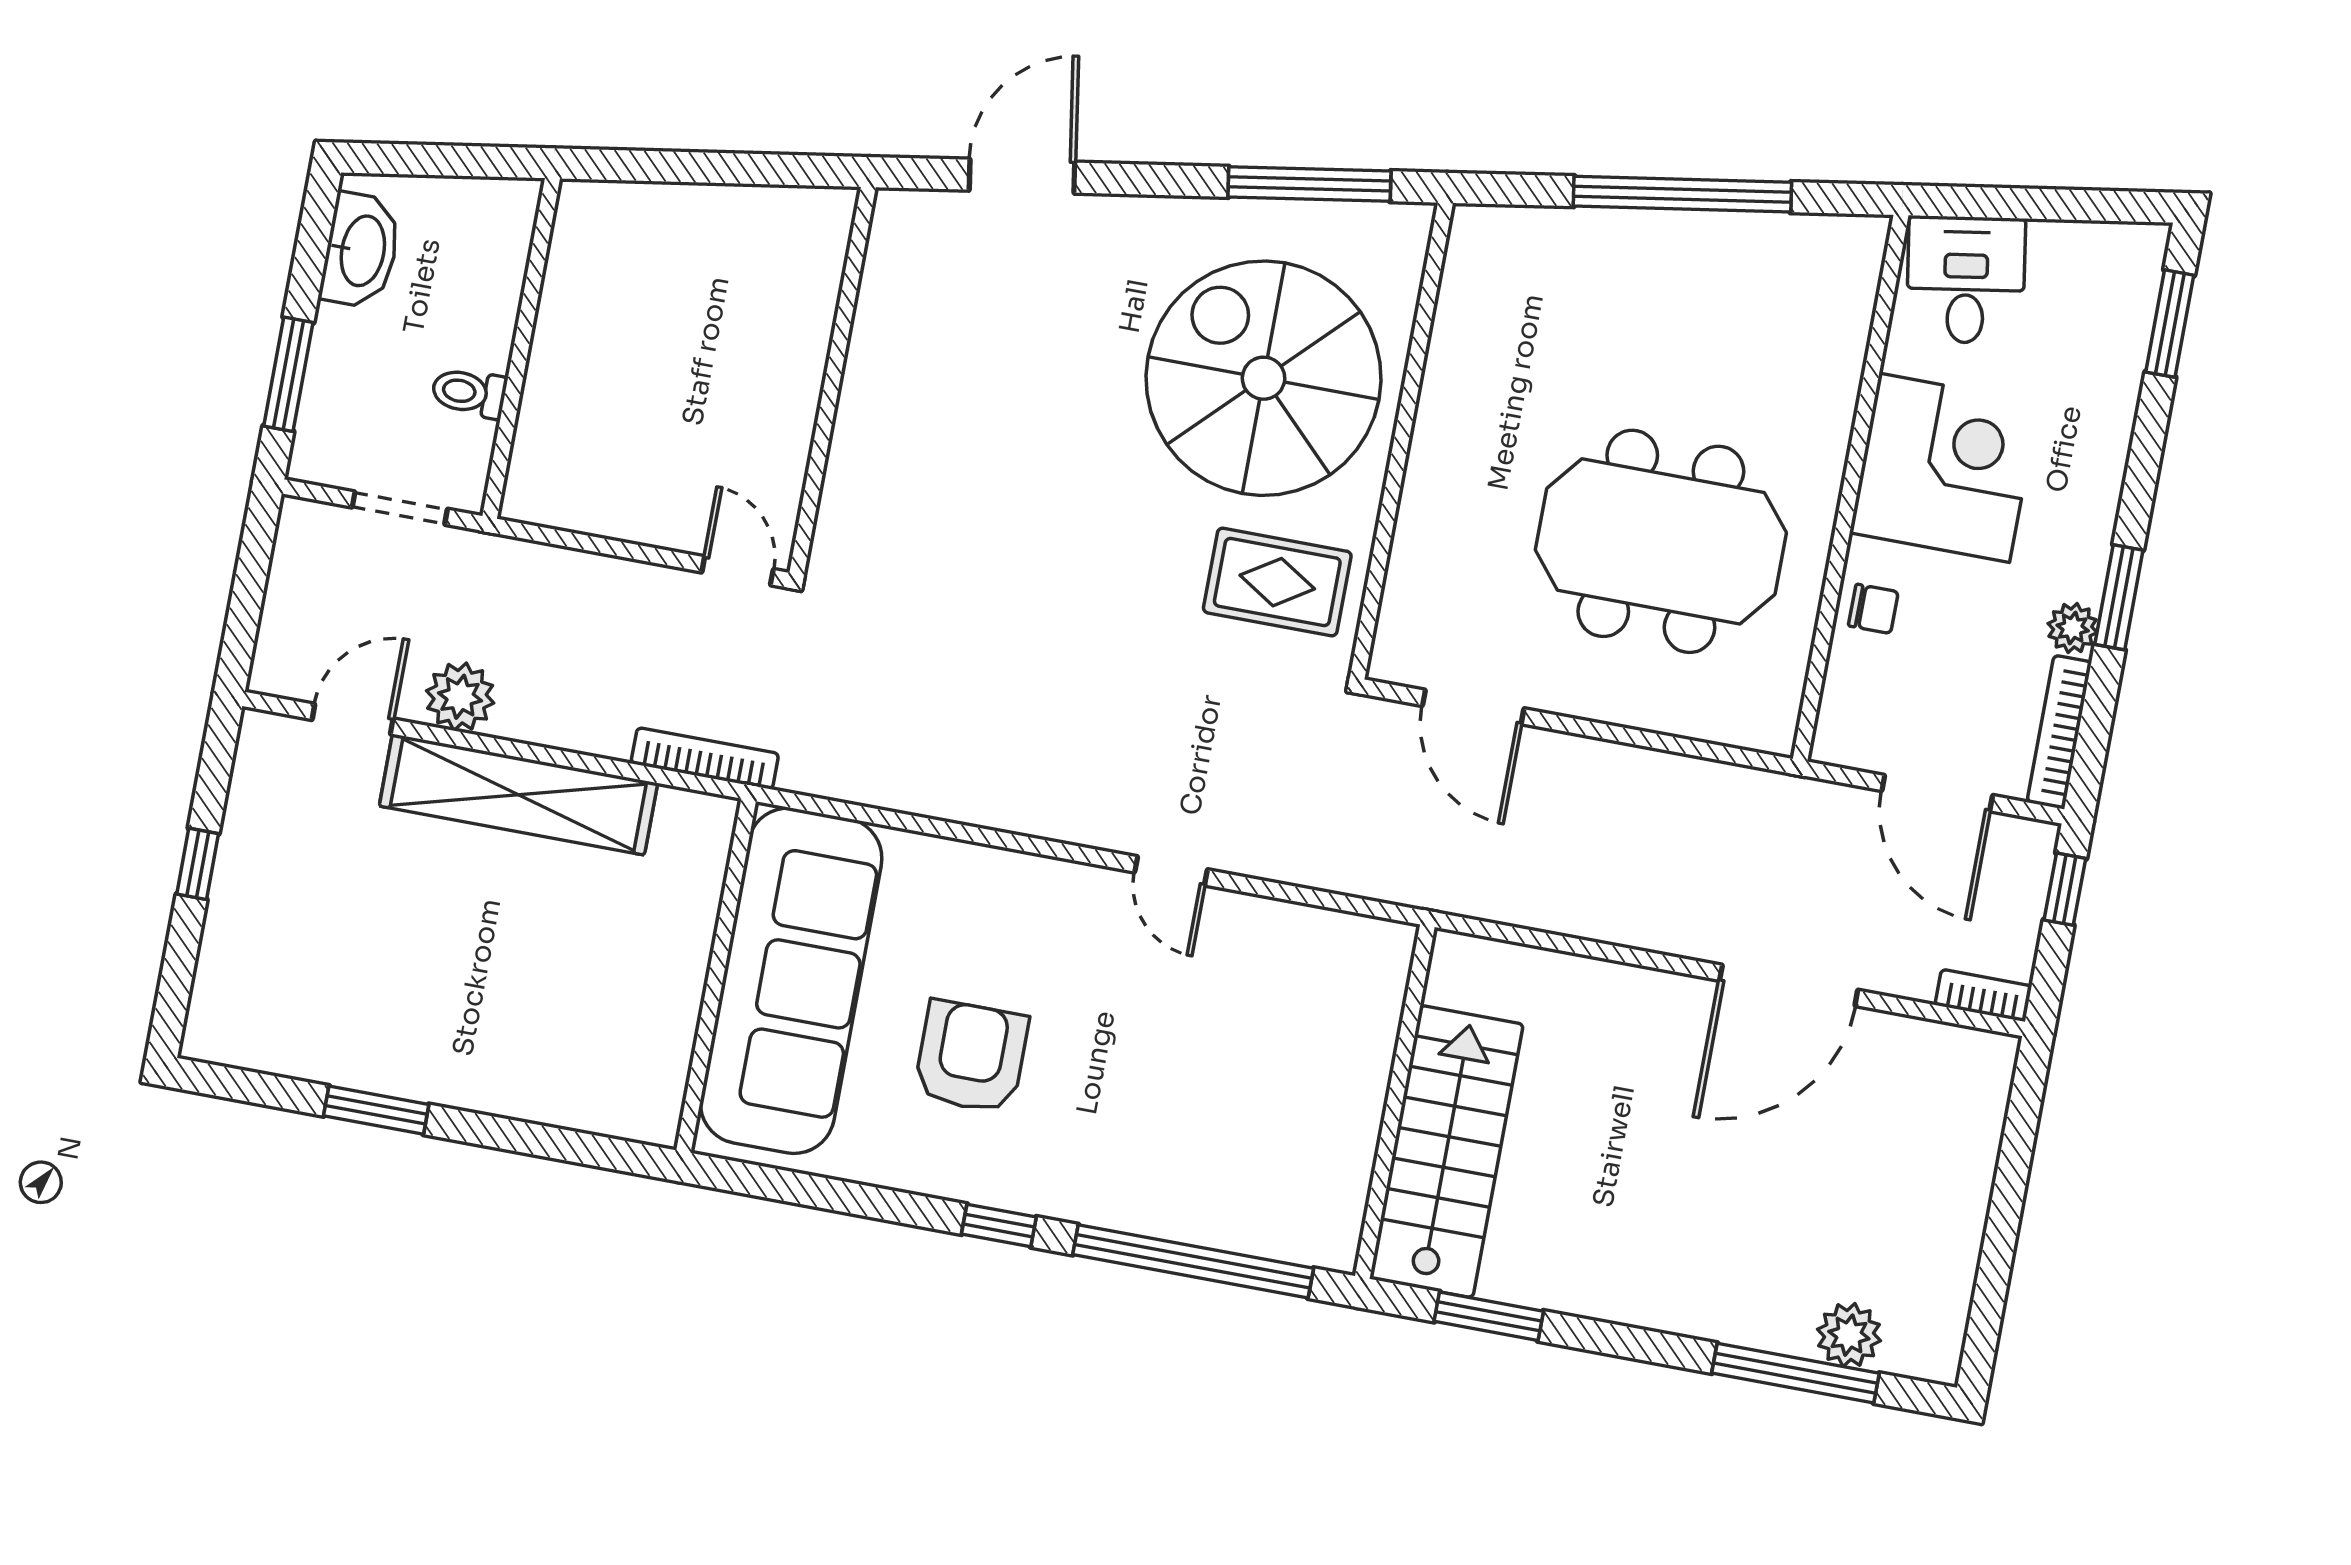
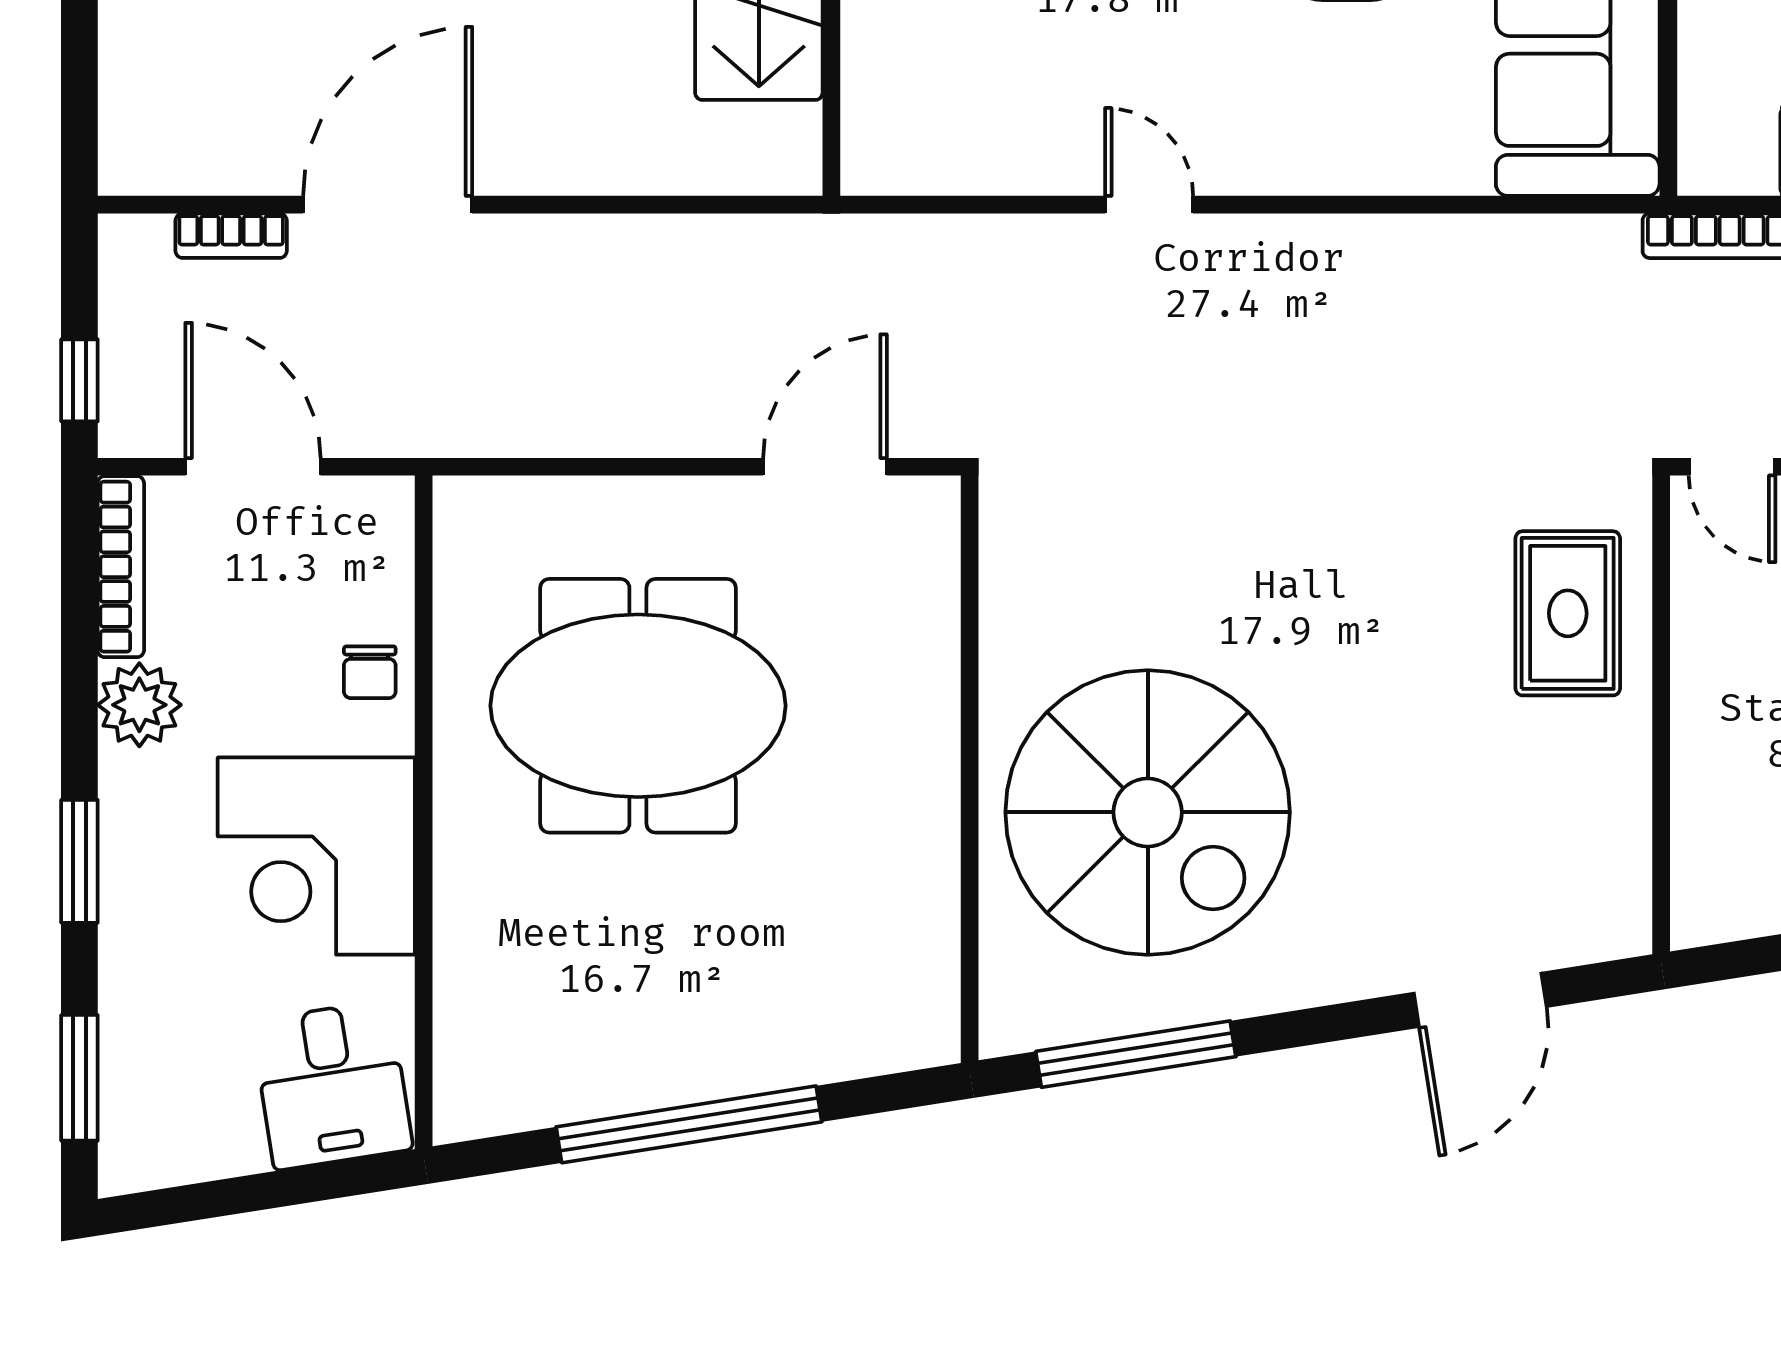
rug: (1277, 582) -> (1568, 613), moved, turned 90
window: (2119, 597) -> (79, 861), moved
chair: (1873, 609) -> (370, 672), turned -90
plant: (2073, 628) -> (139, 705), width x1.38, depth x1.38
door: (1473, 707) -> (825, 467), hinge flipped
bookcase: (1983, 995) -> (231, 236), moved

